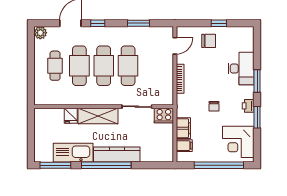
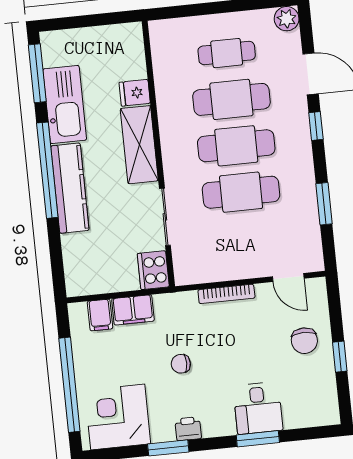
desk: (241, 69) -> (258, 408), width x0.73
window: (257, 81) -> (258, 439), moved

